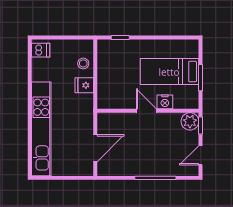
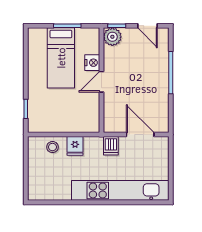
dishwasher: (41, 50) -> (111, 146), moved, turned 180

